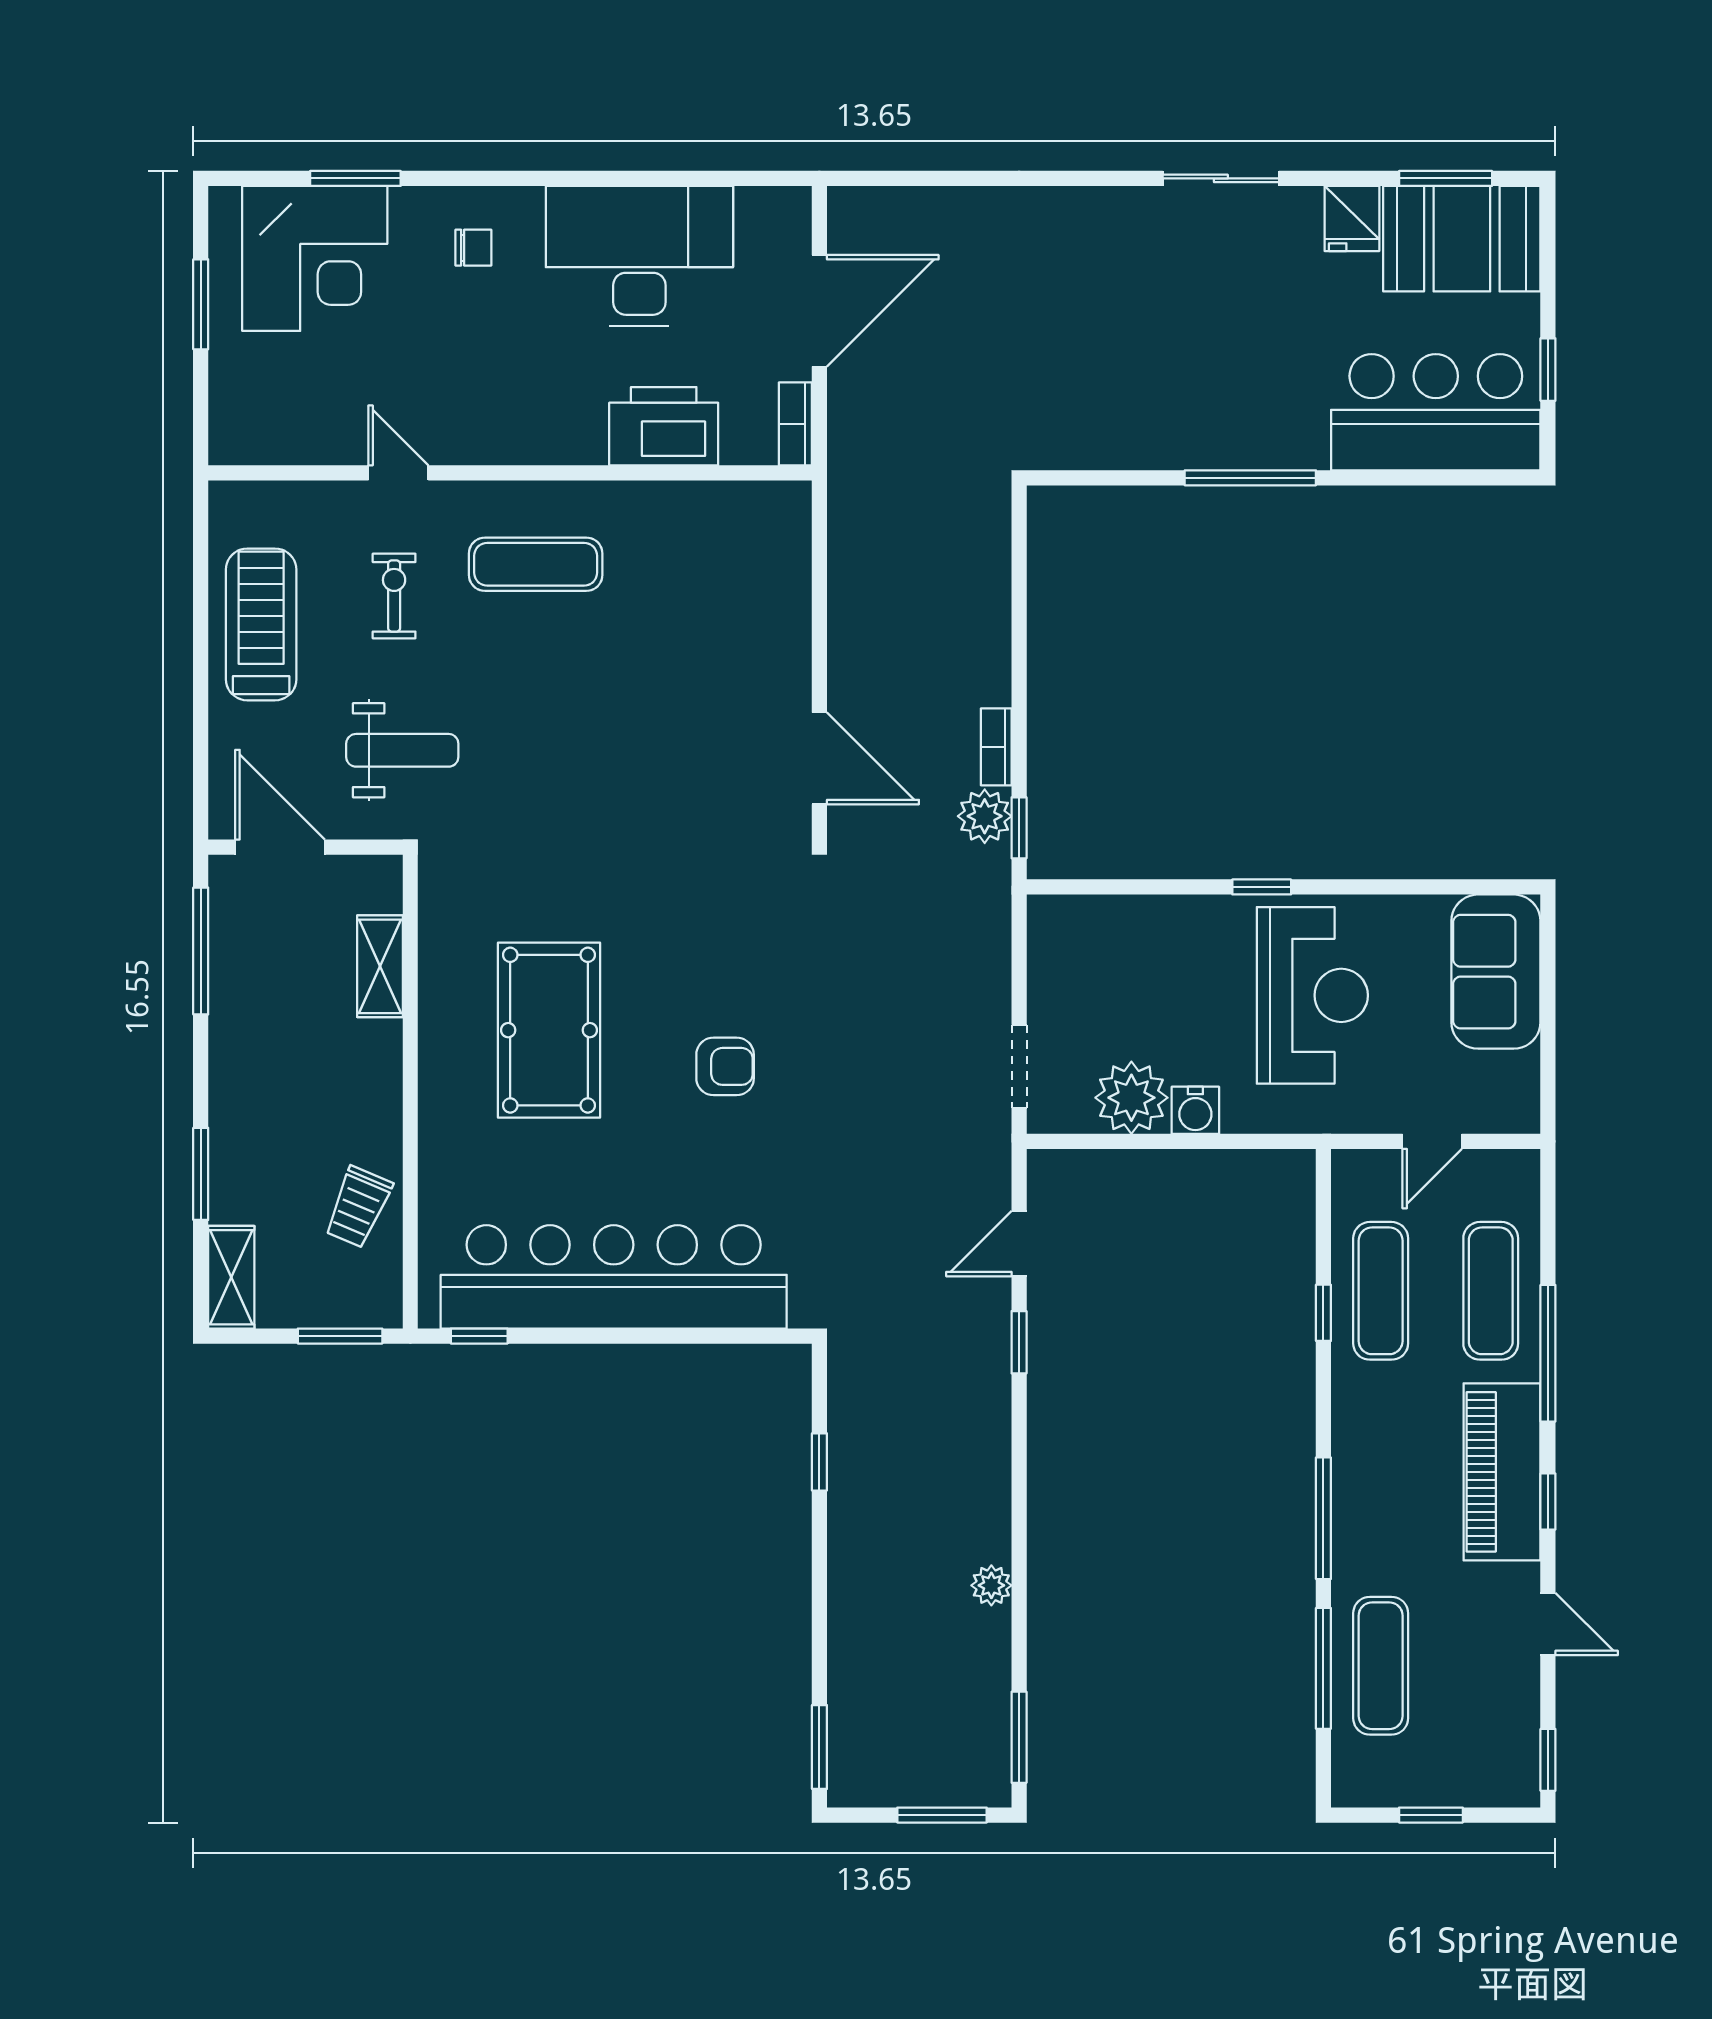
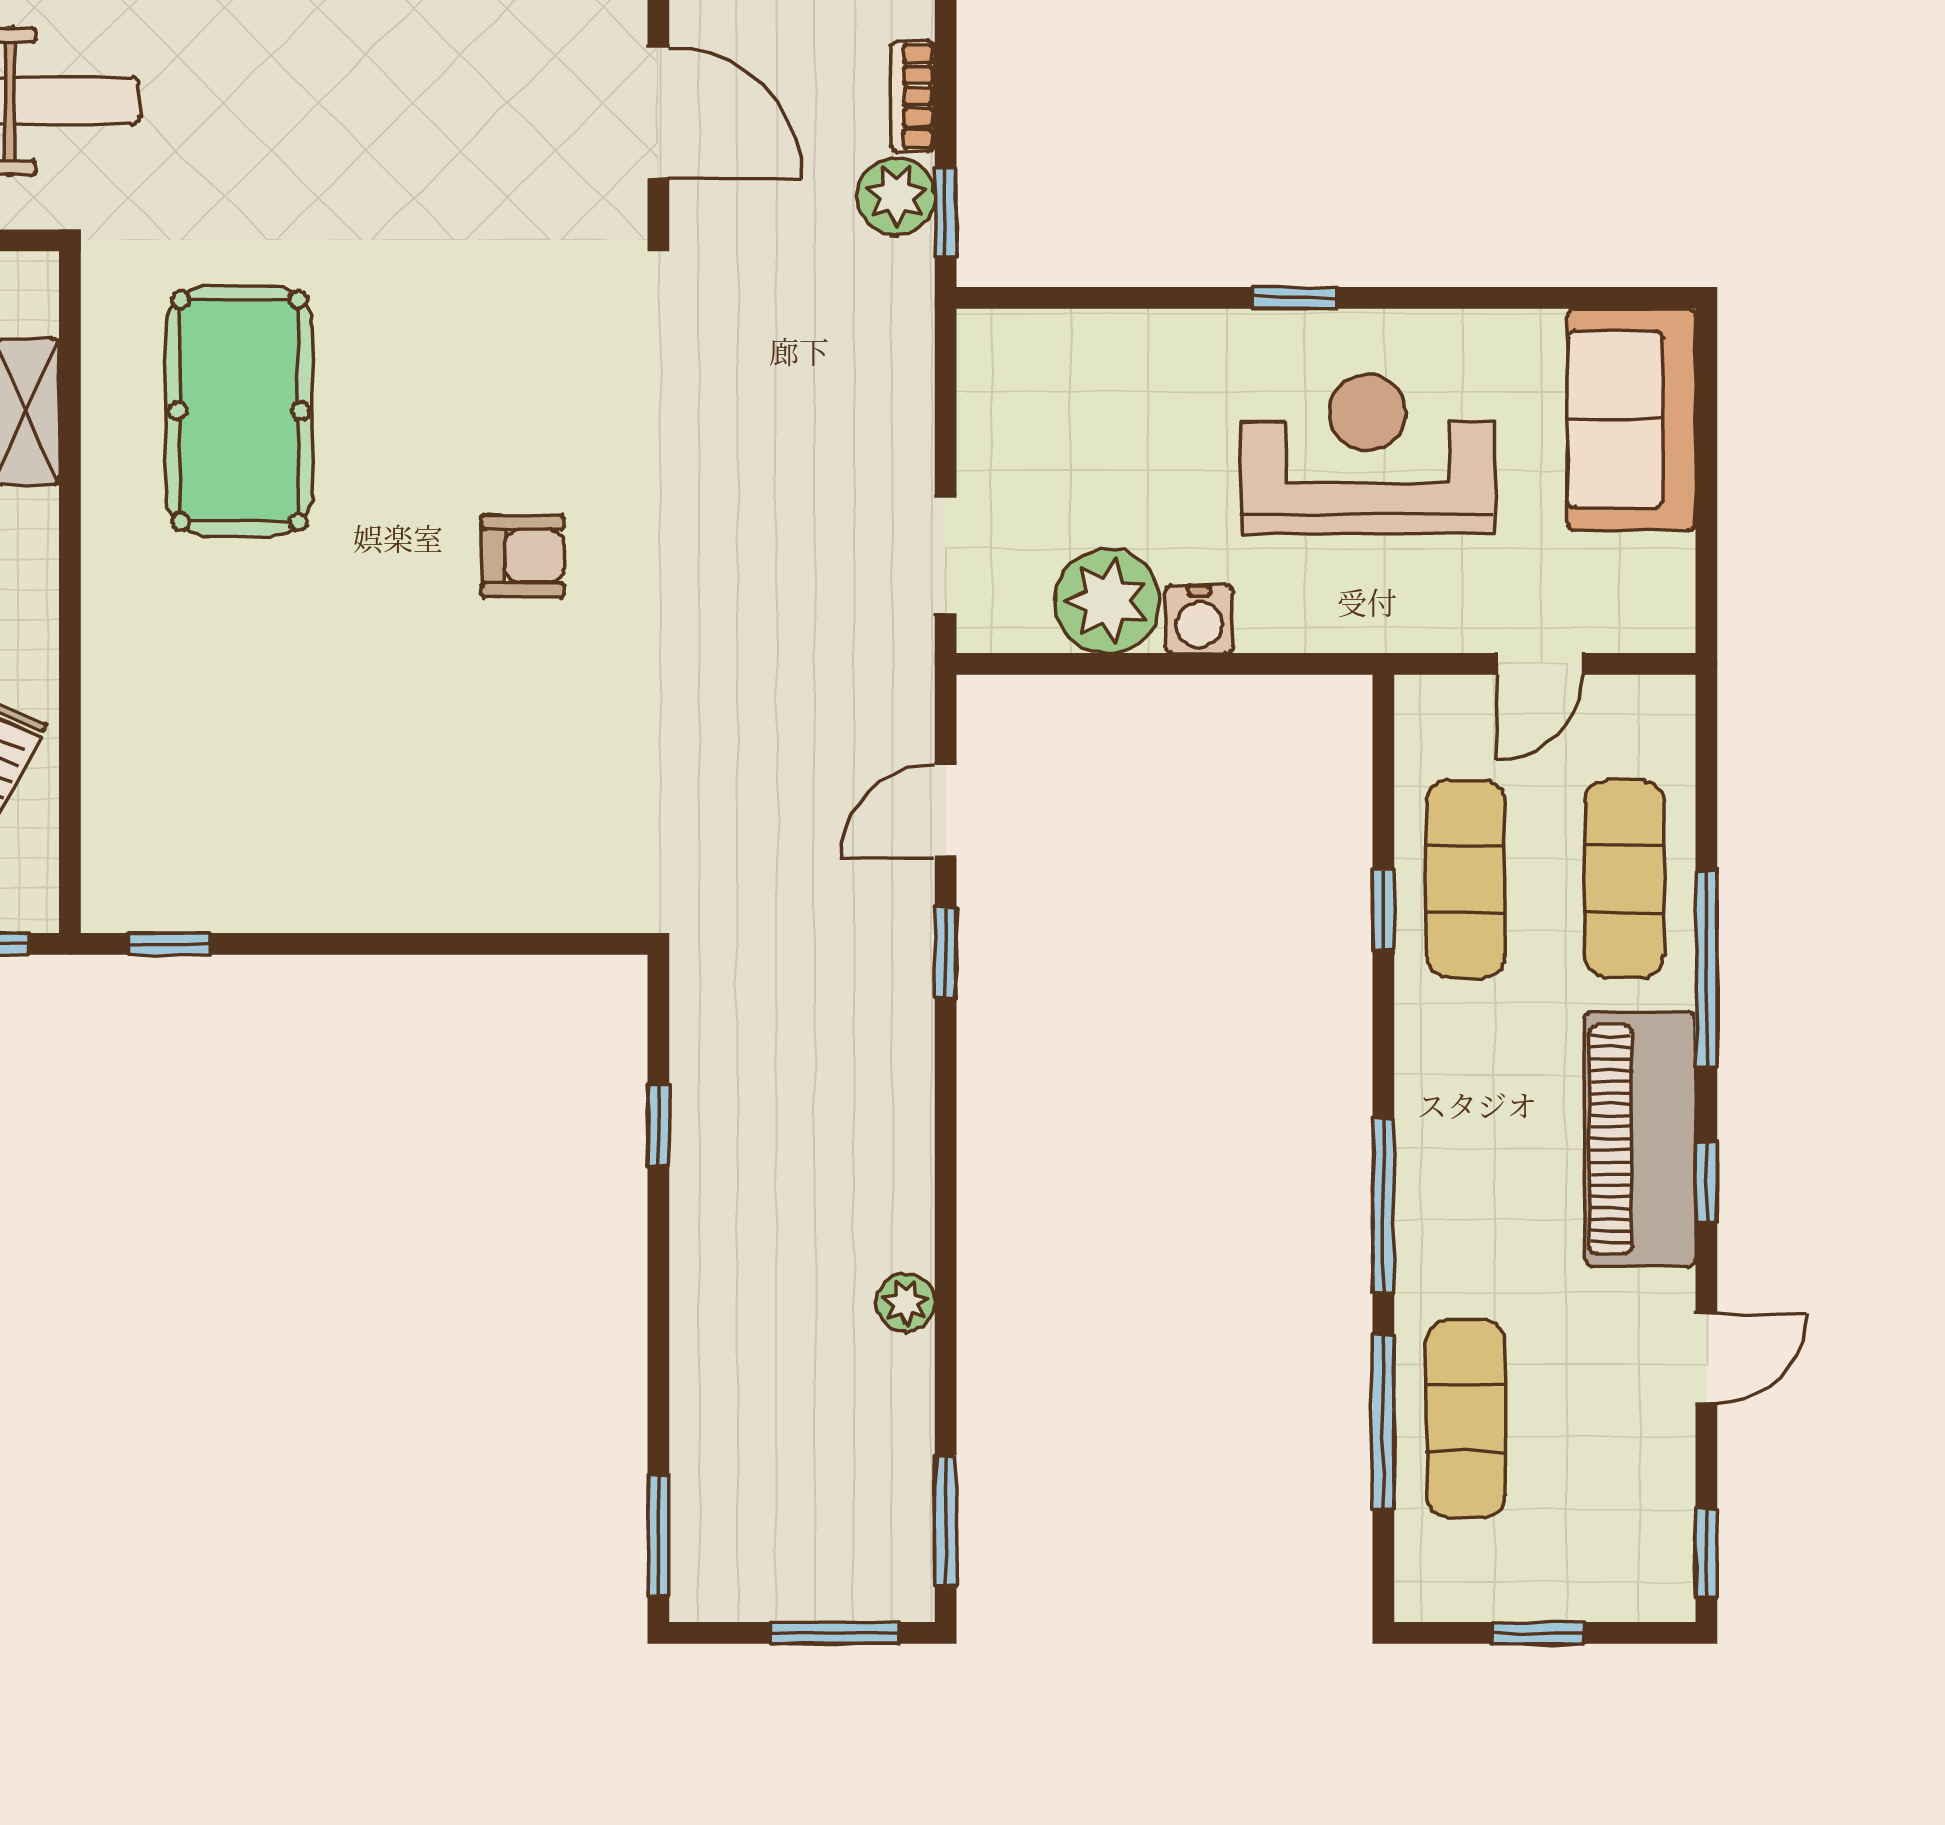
reception desk: (1312, 995) -> (1368, 454), turned -90
pool table: (549, 1030) -> (239, 411), moved
bar counter: (614, 1277) -> (362, 859), removed
door: (1548, 1624) -> (1706, 1358), hinge flipped

